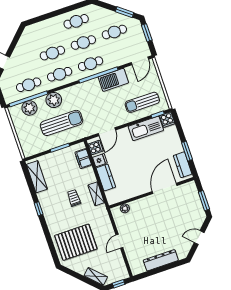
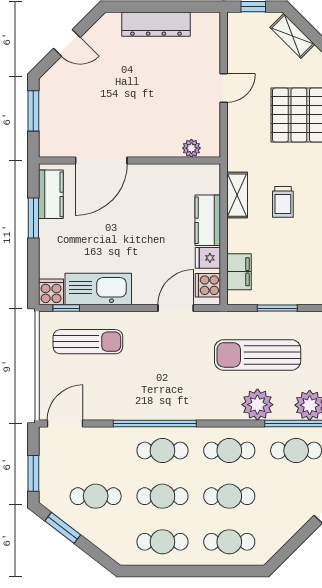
cafe table: (45, 32) -> (229, 542), added
barbecue: (113, 80) -> (129, 404), removed

